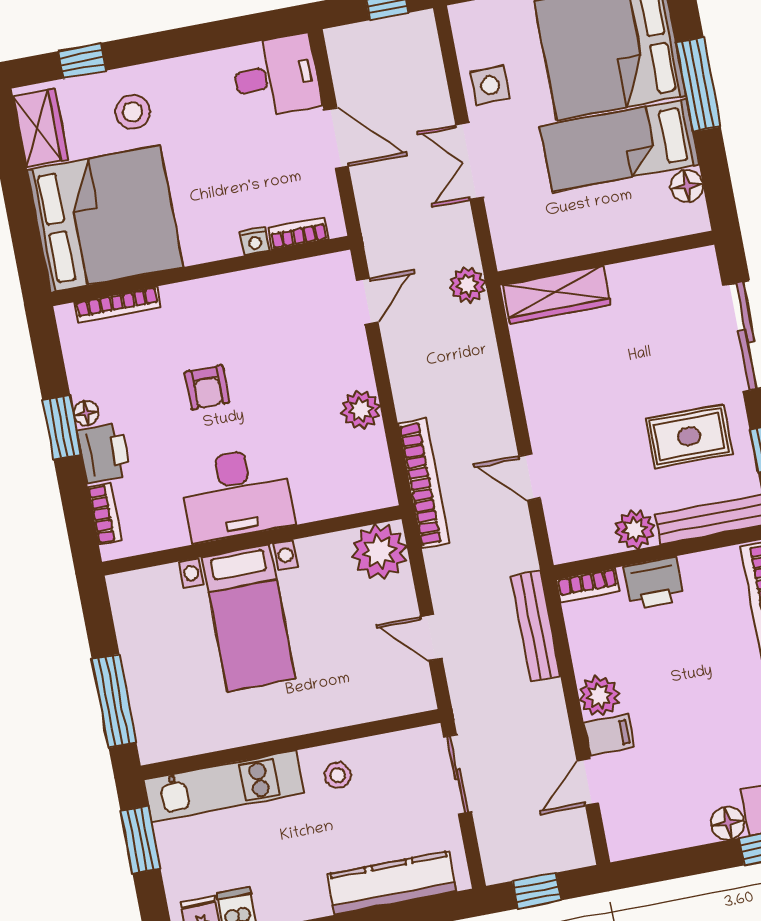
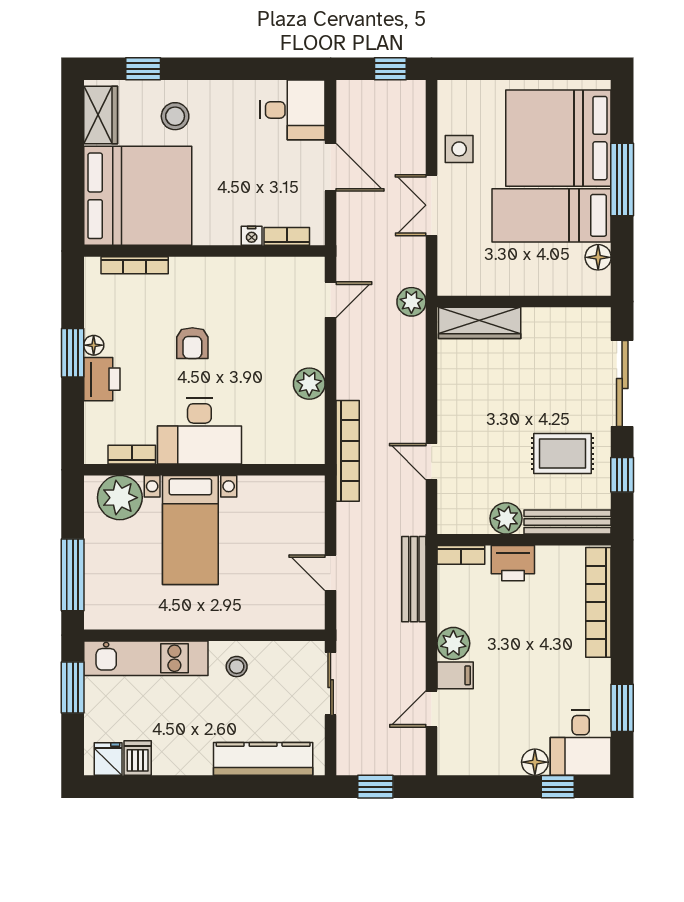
bookcase: (105, 514) -> (132, 455), moved, turned -90
plant: (379, 552) -> (120, 498), moved

